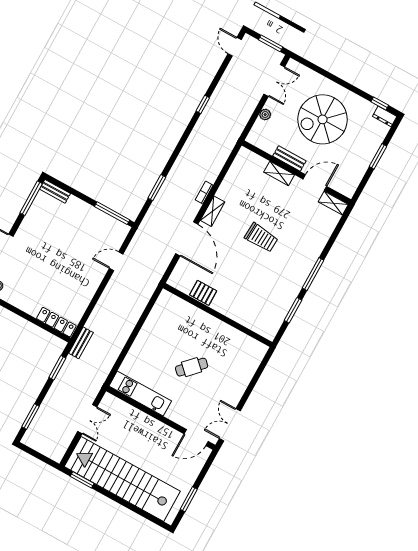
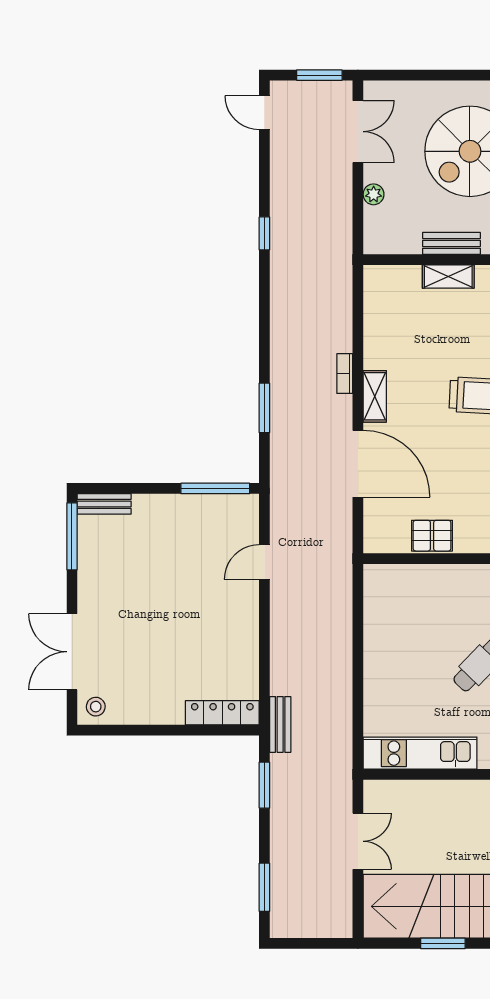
window: (82, 480) -> (443, 943), moved

